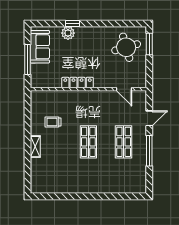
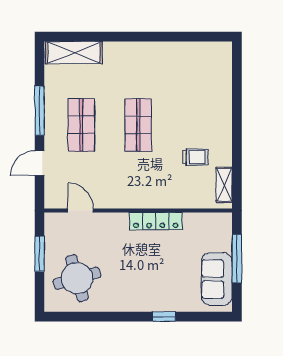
plant: (68, 33) -> (171, 301), removed
window: (149, 44) -> (40, 254), moved
shelving: (35, 147) -> (224, 185), moved
shelving: (128, 187) -> (74, 53), added

